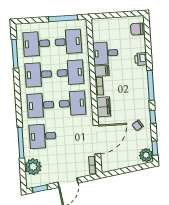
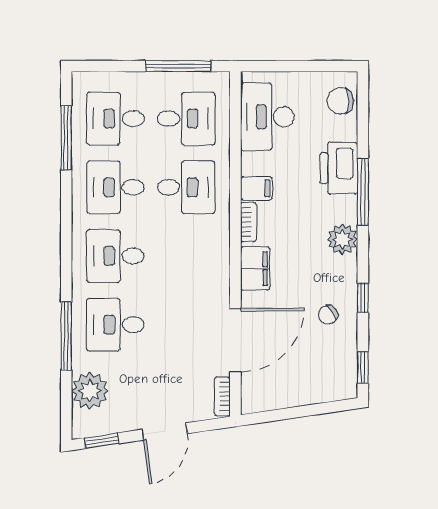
desk: (105, 53) -> (267, 117), moved, width x1.37
printer: (141, 59) -> (339, 168), width x1.87, depth x1.48
window: (151, 85) -> (363, 192), moved
desk: (72, 103) -> (186, 256), removed
plant: (146, 155) -> (342, 239), moved

